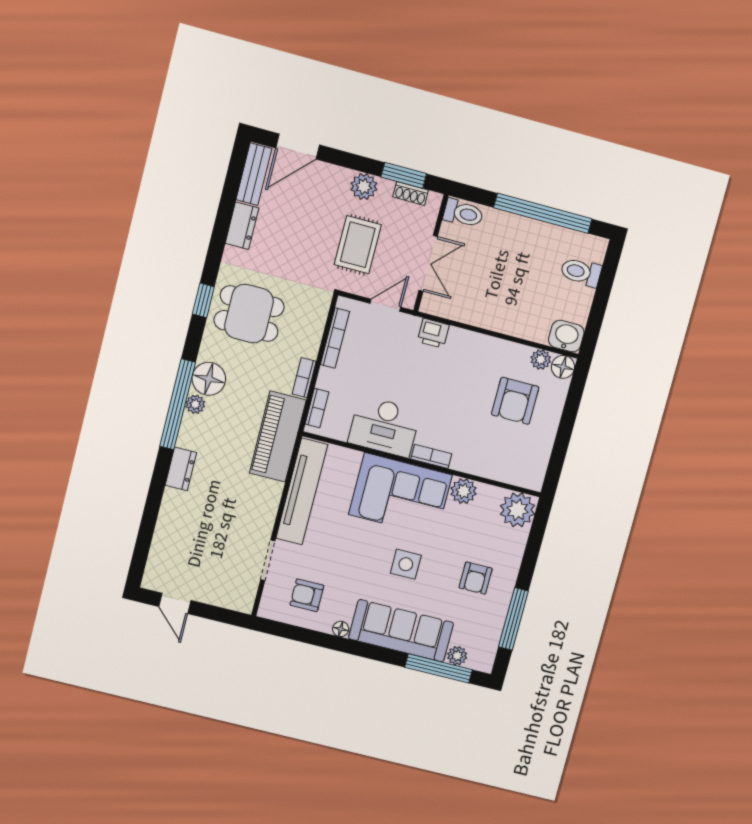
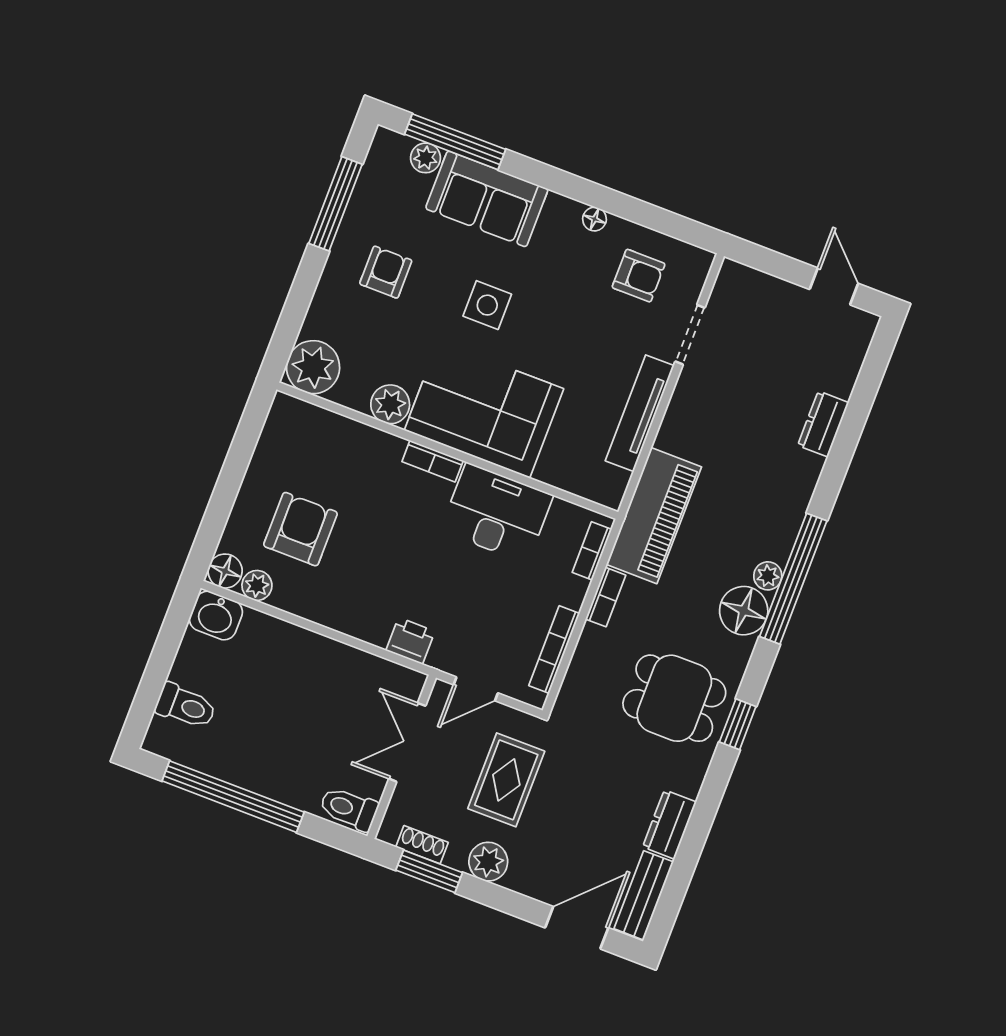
dresser: (181, 469) -> (823, 424), moved
tv unit: (302, 492) -> (640, 413), width x0.73, depth x0.78
sofa: (401, 631) -> (487, 199), width x0.73

